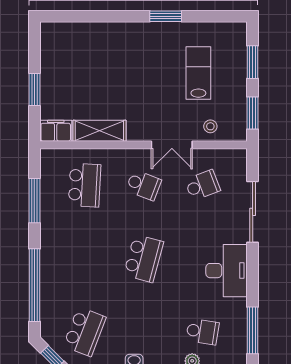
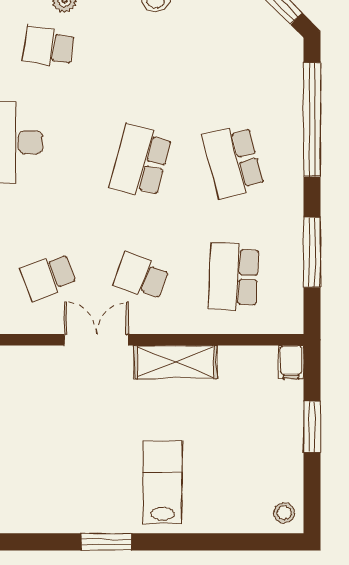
lab bench: (198, 73) -> (163, 482), moved, turned 180
stool: (210, 126) -> (284, 513), moved
filing cabinet: (56, 131) -> (291, 362), width x0.50
shelving: (99, 131) -> (175, 362), moved
school desk: (85, 332) -> (233, 162), moved, turned -36

